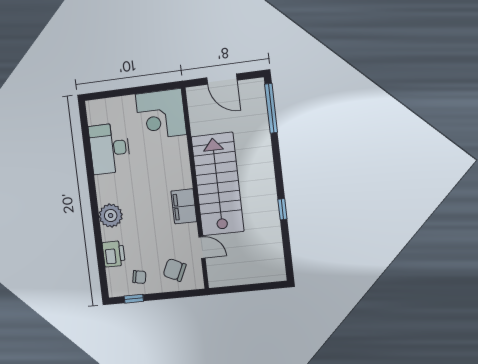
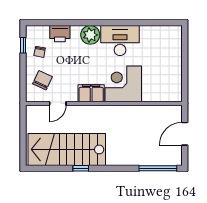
corner desk: (161, 114) -> (123, 84), moved
desk: (110, 149) -> (120, 41), moved
stairs: (218, 184) -> (67, 149), moved, turned 180

